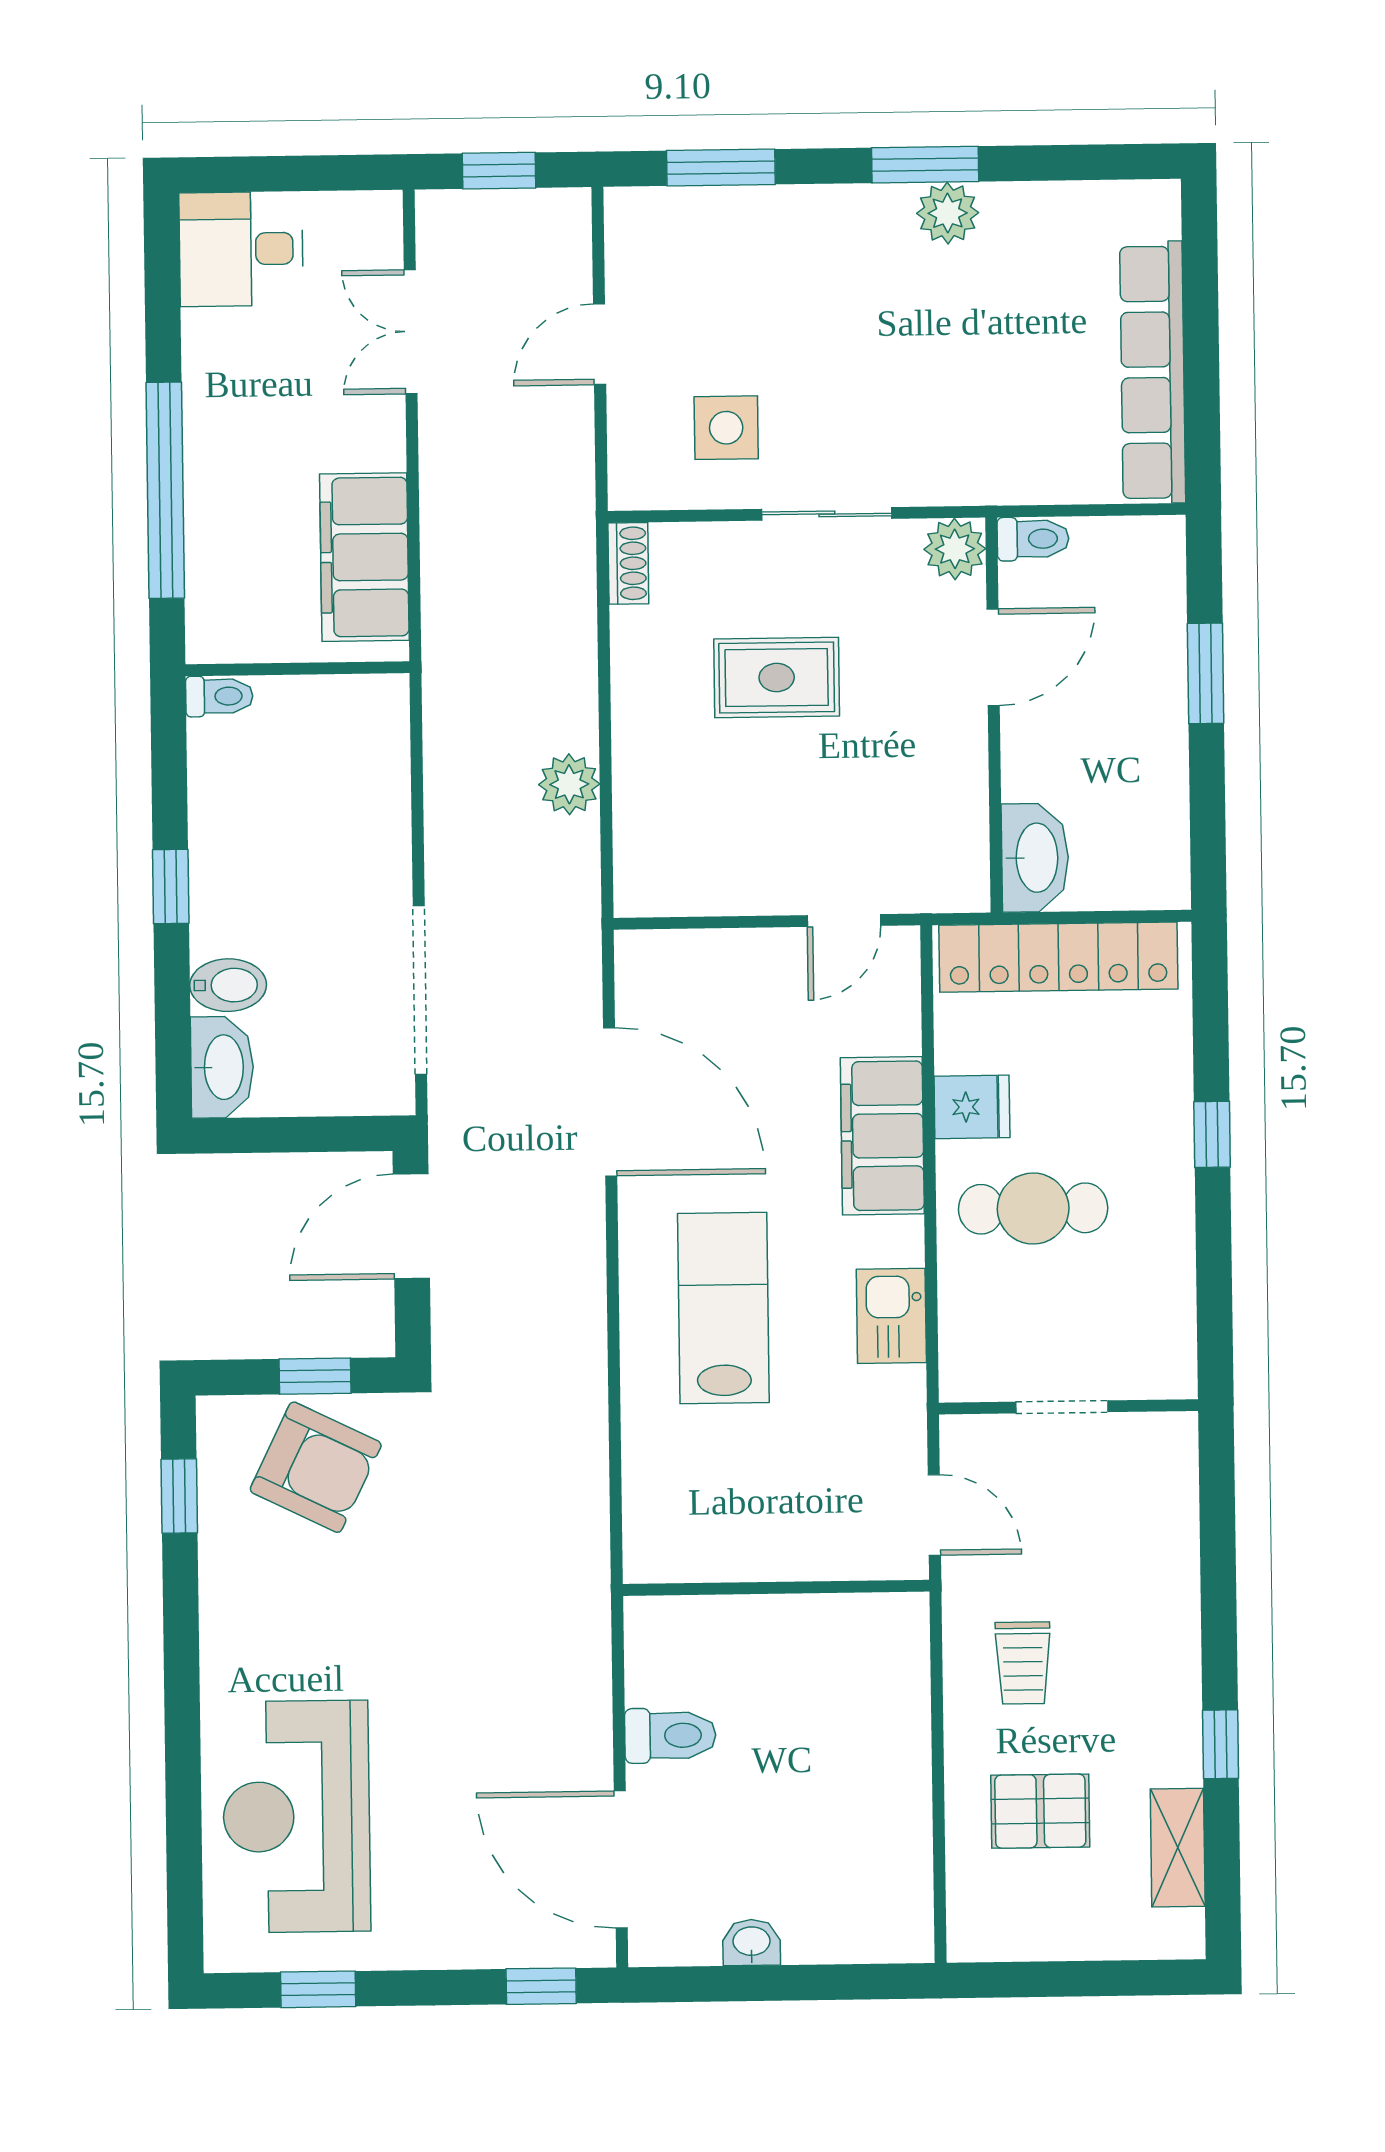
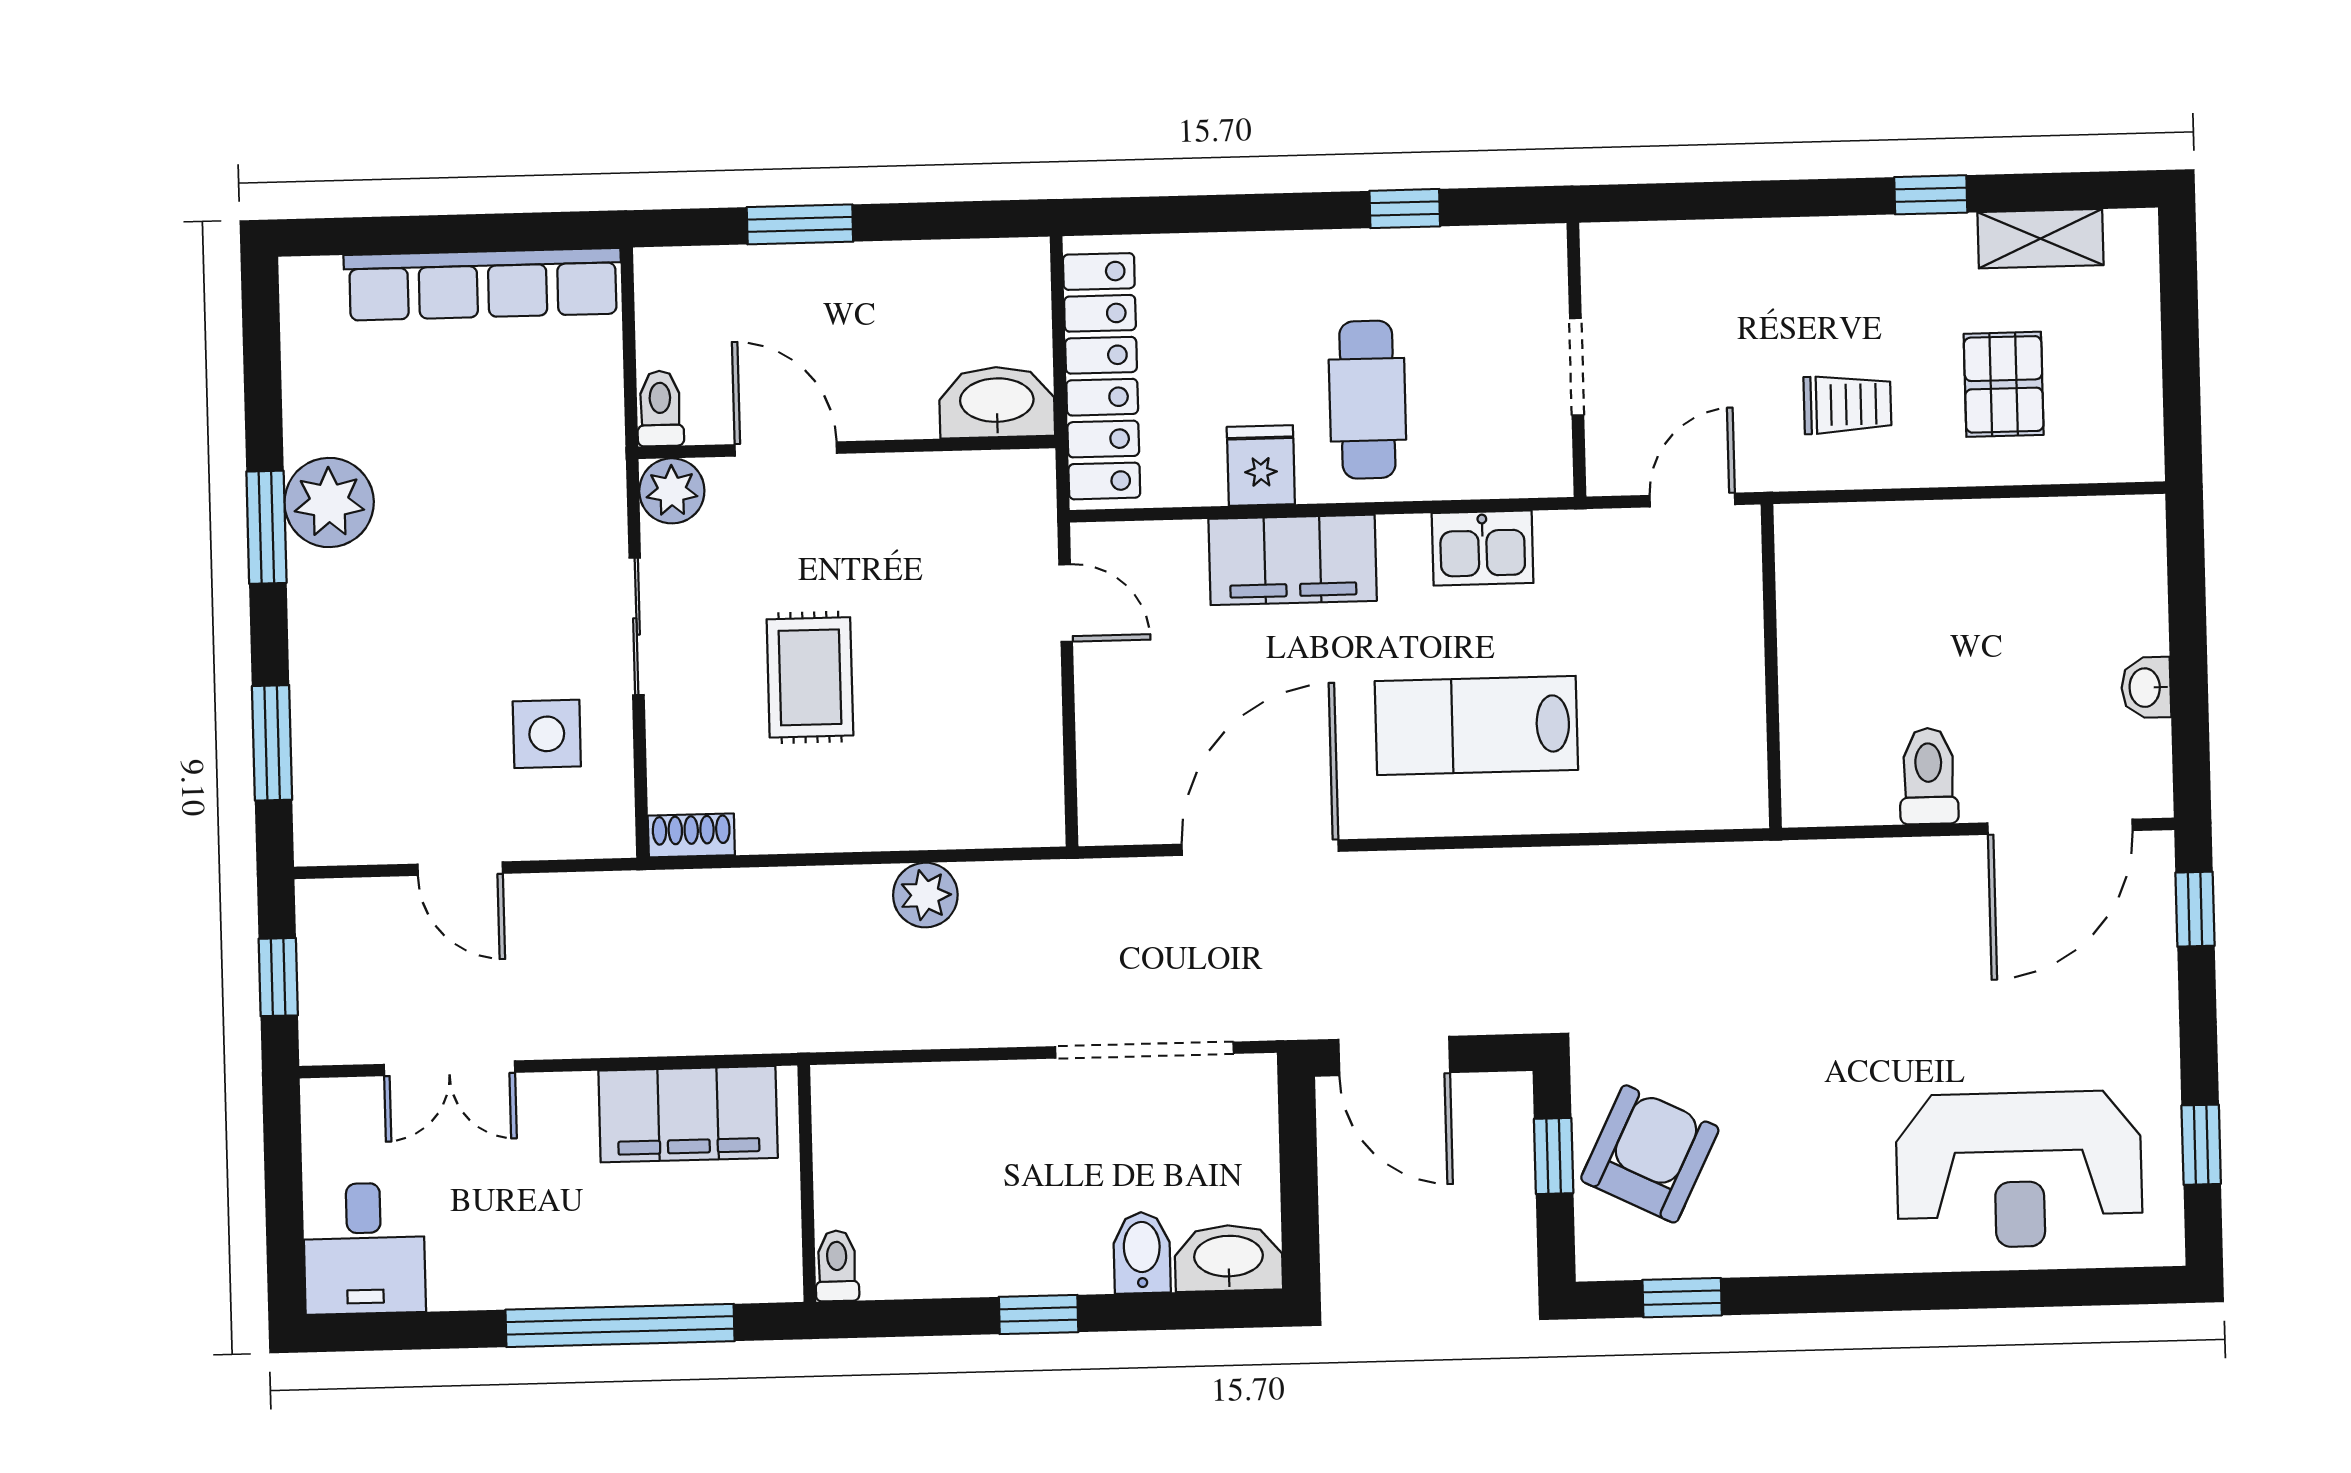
plant: (948, 213) -> (329, 502), width x1.36, depth x1.36
window: (1212, 1134) -> (1405, 209), moved

